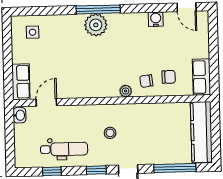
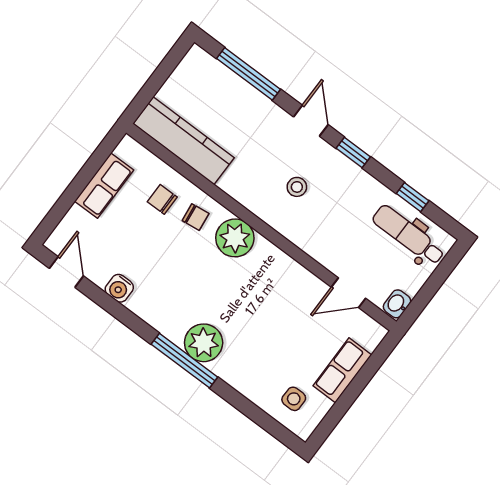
row of seats: (201, 77) -> (104, 186), moved
row of seats: (21, 82) -> (342, 370), moved
plant: (126, 91) -> (235, 238), width x1.87, depth x1.87
kitchen counter: (201, 132) -> (183, 141), moved, turned -90
dental chair: (64, 149) -> (408, 235), moved

